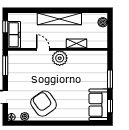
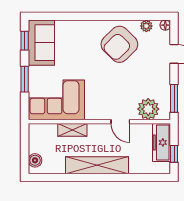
plant: (60, 58) -> (148, 109), moved
corner sofa: (88, 65) -> (56, 100), added
armchair: (44, 104) -> (119, 44), turned 80

